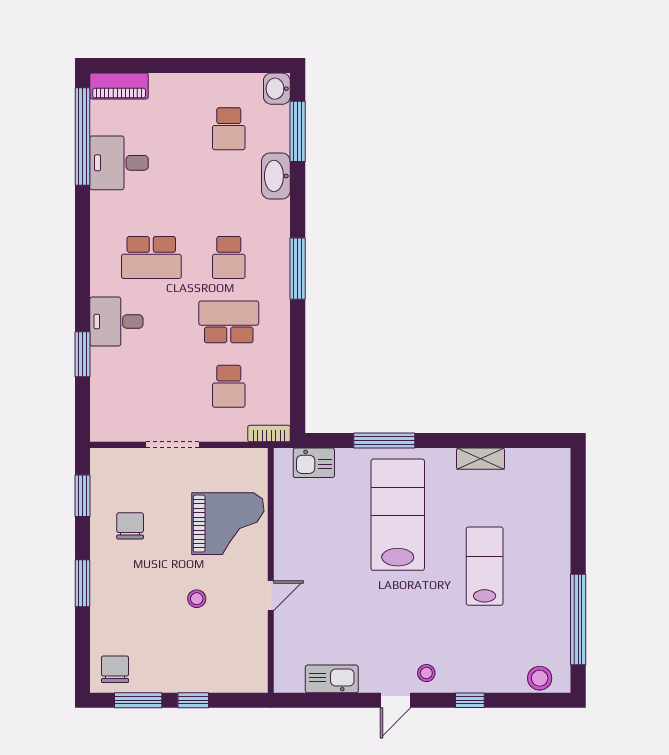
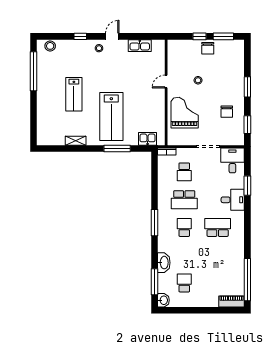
desk: (119, 163) -> (232, 160), moved, turned -90
school desk: (229, 386) -> (184, 172), turned 180
grand piano: (228, 524) -> (185, 113), turned 90
chair: (115, 669) -> (208, 48), moved

